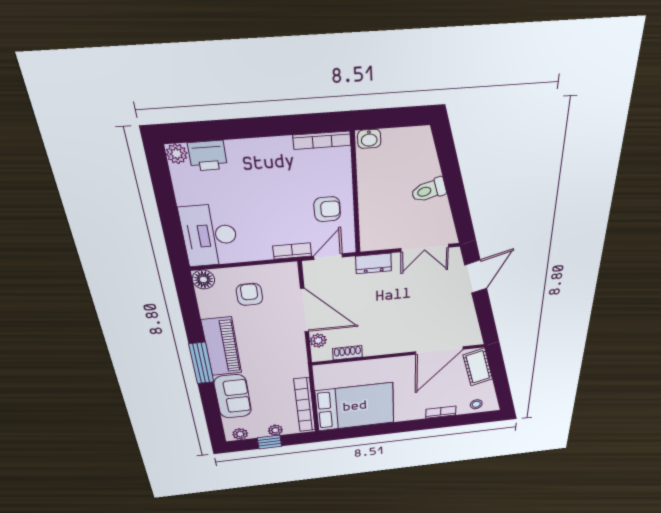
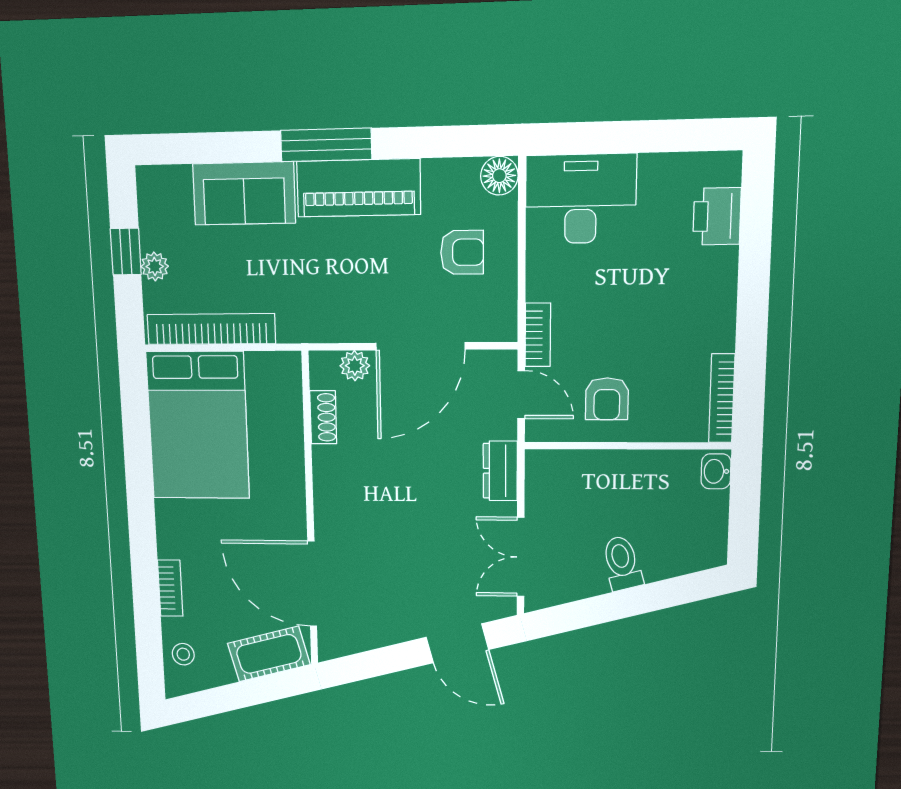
plant: (177, 154) -> (726, 168), removed
plant: (240, 434) -> (151, 196), removed

